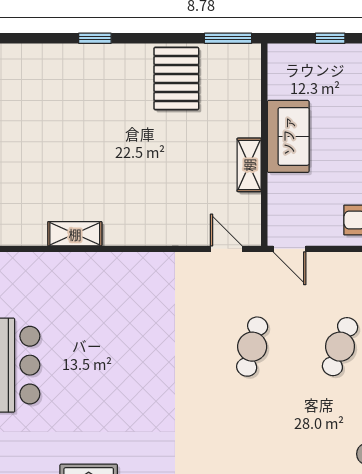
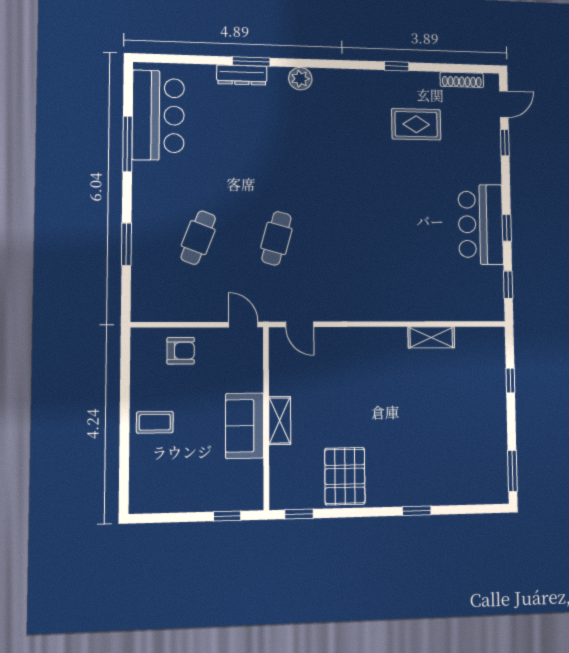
window: (228, 38) -> (299, 514), width x0.67
window: (330, 38) -> (227, 516), moved
shelving: (249, 165) -> (280, 421), moved

